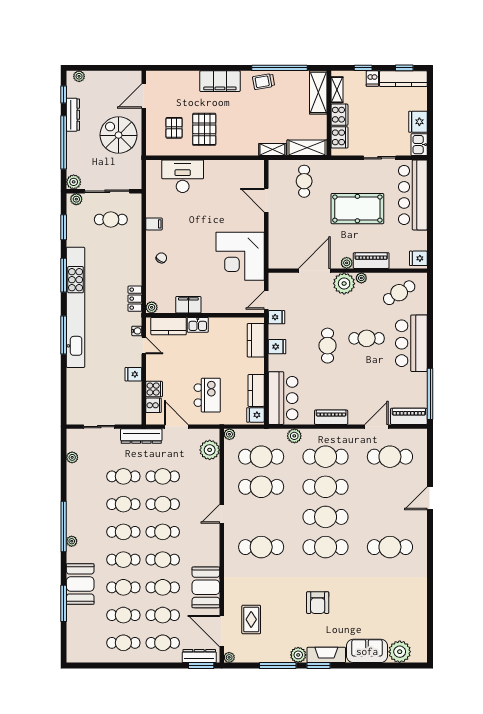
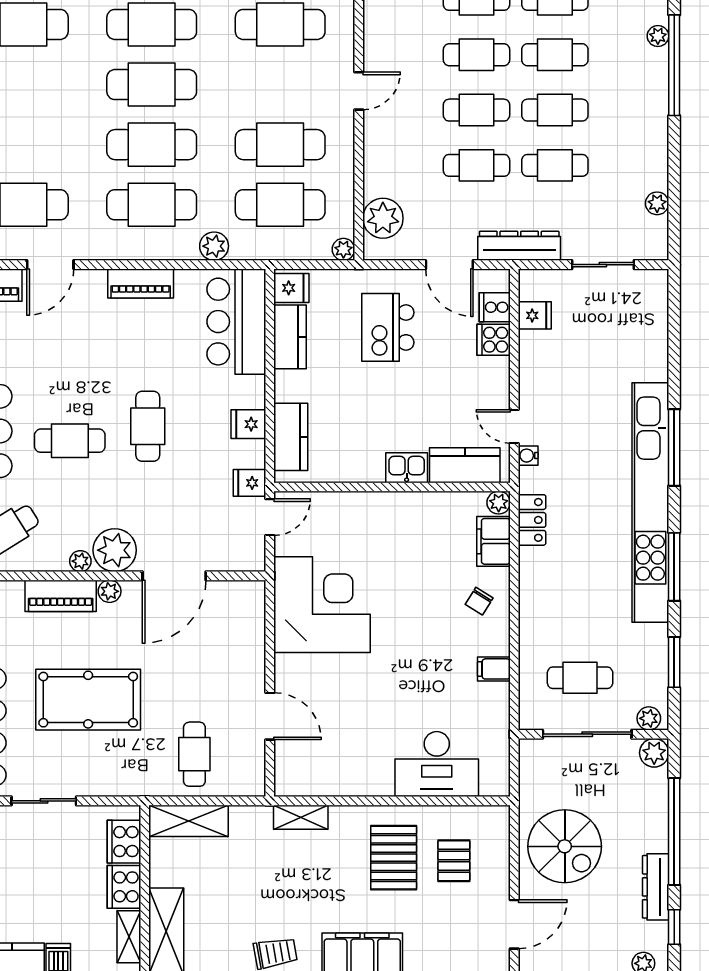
shelving: (272, 150) -> (301, 817), moved
filing cabinet: (188, 305) -> (493, 541), moved, turned 90
fridge: (133, 374) -> (535, 315), moved

